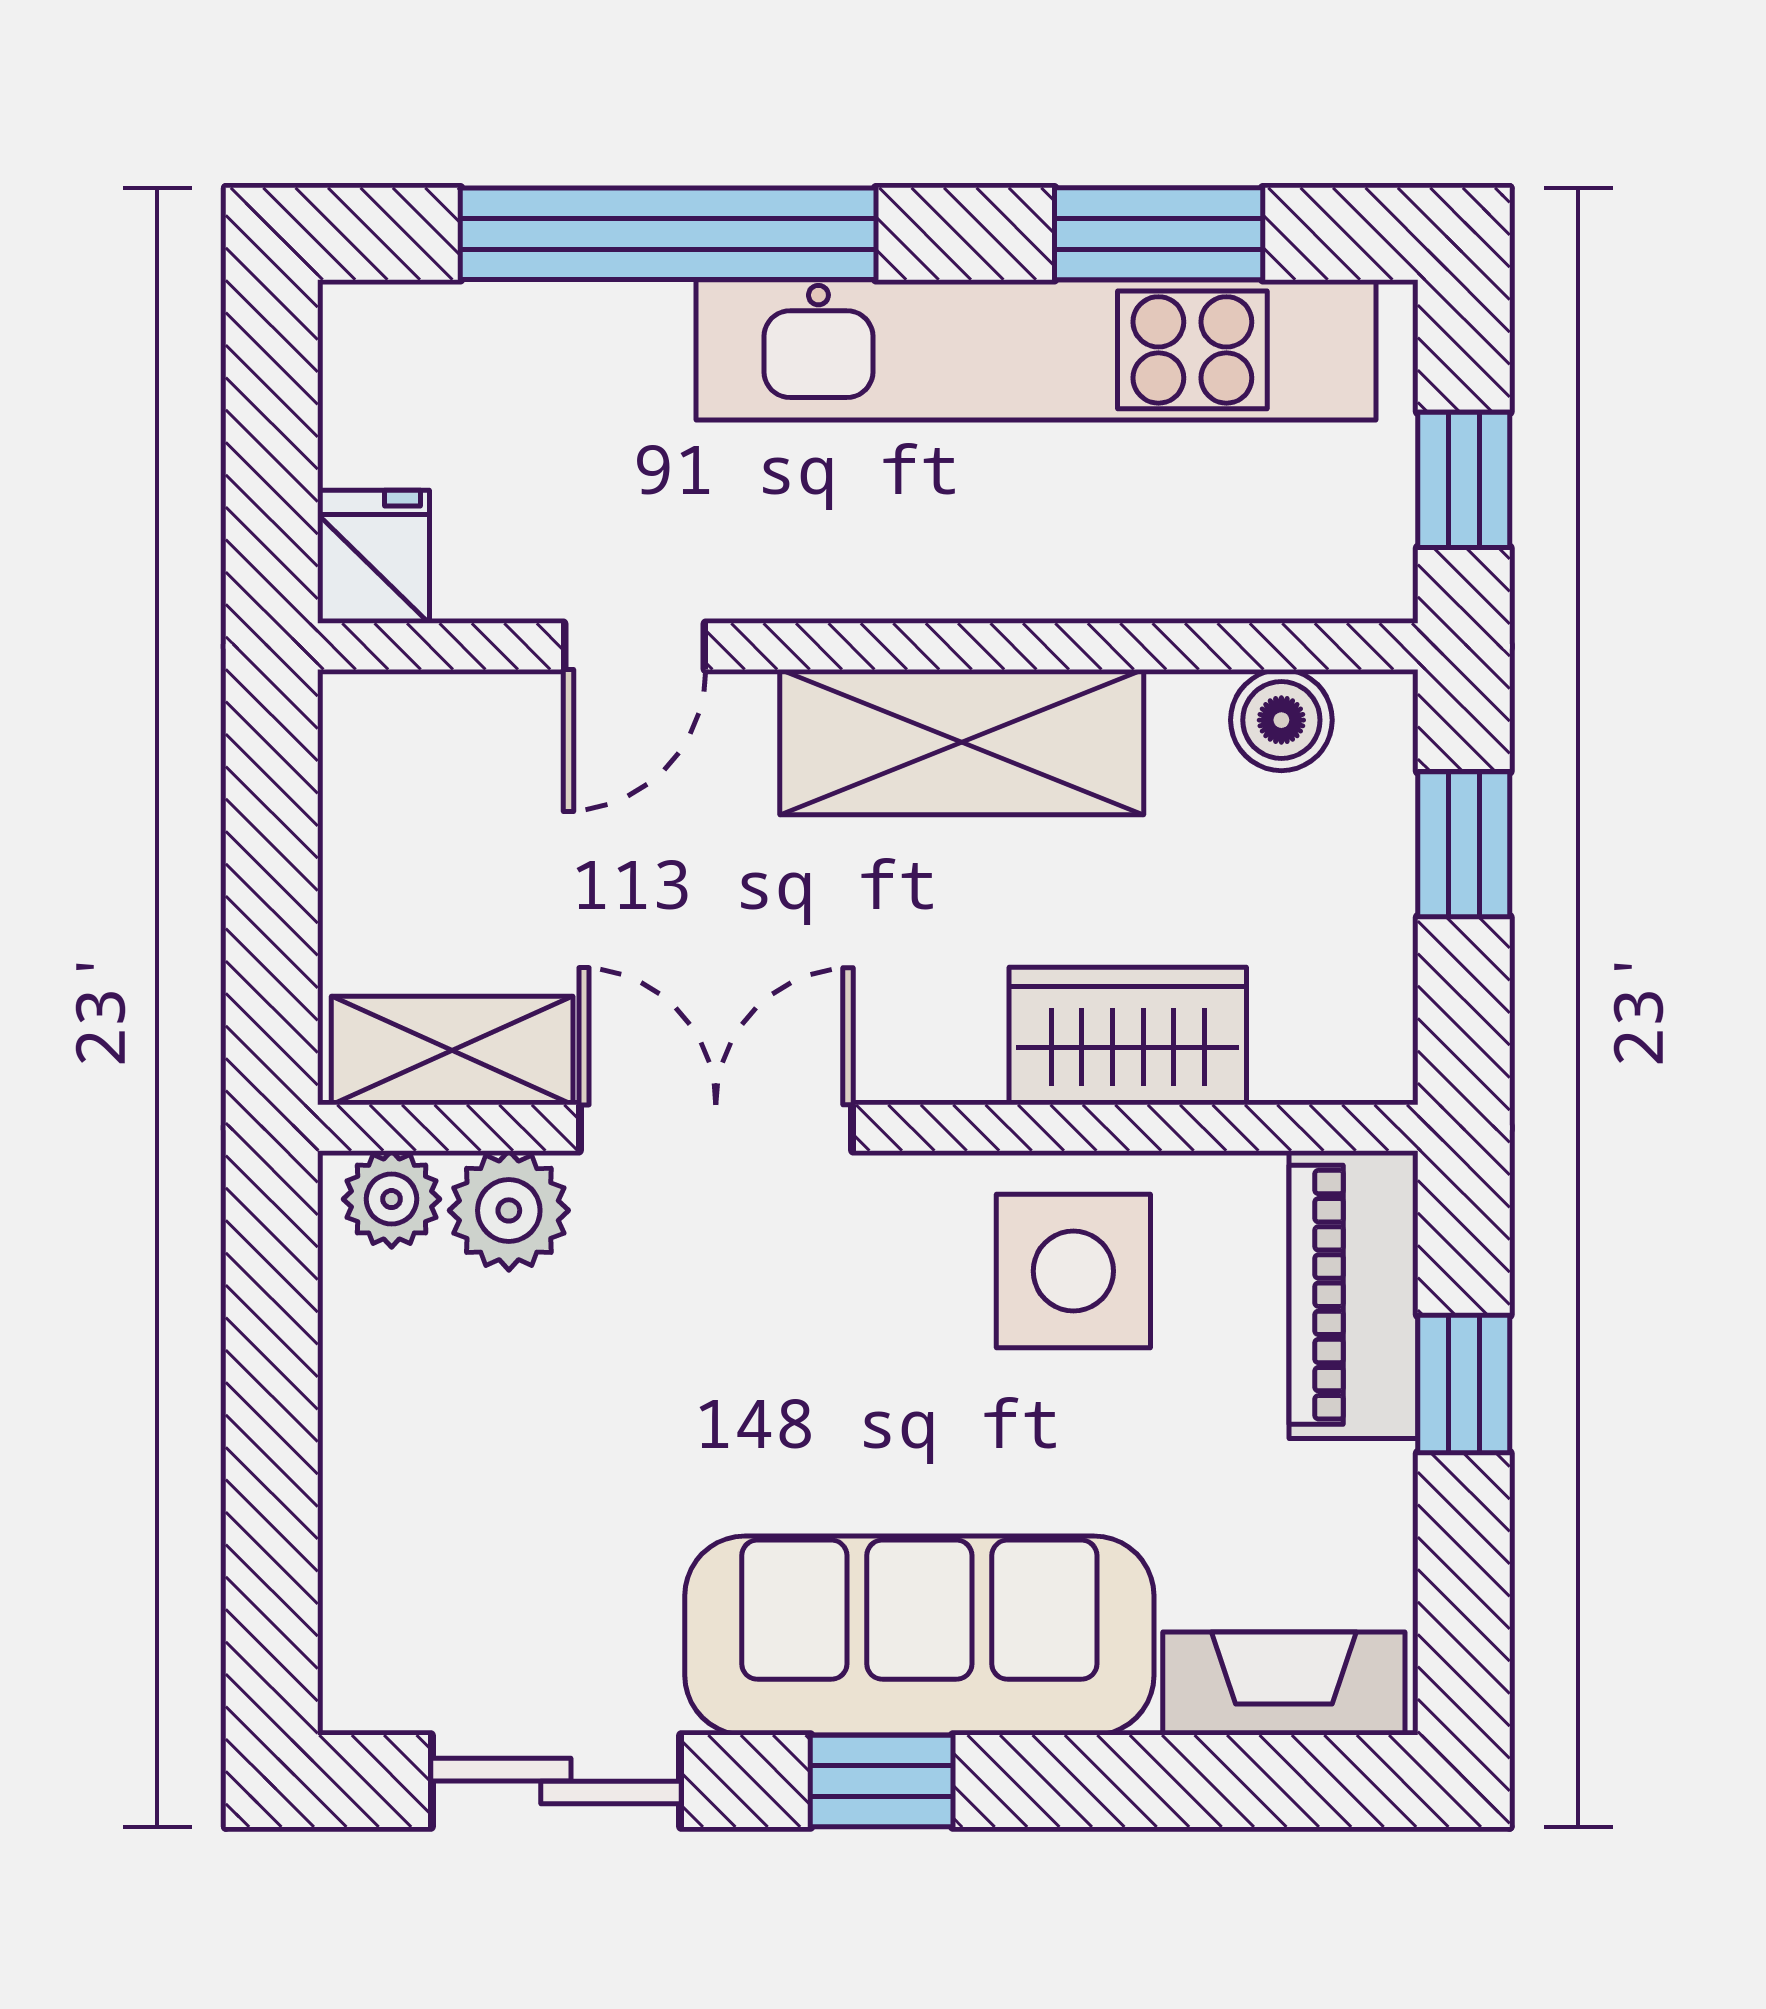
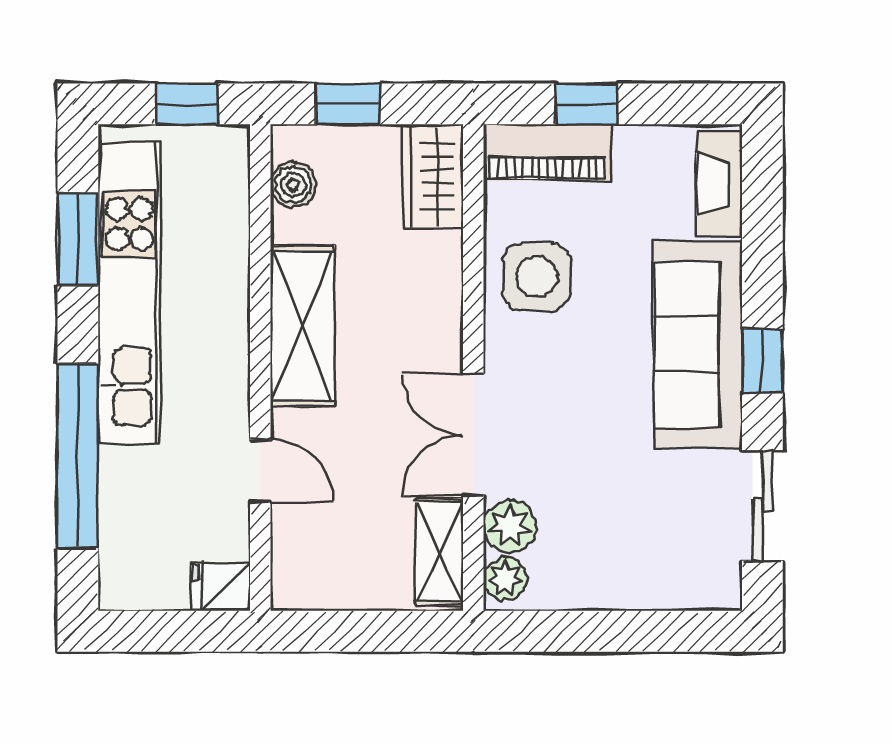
wardrobe: (1128, 1036) -> (433, 177), moved

